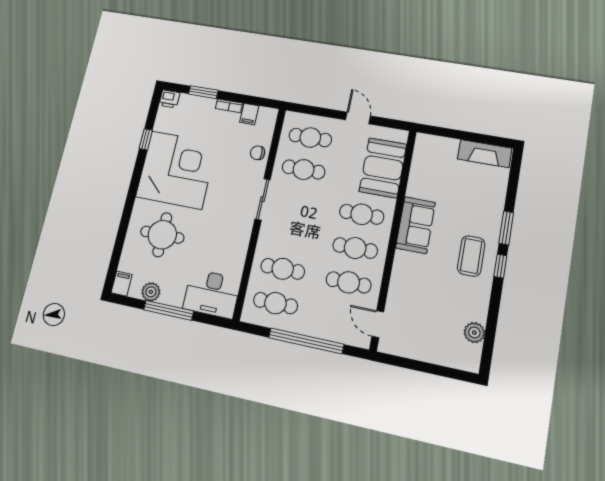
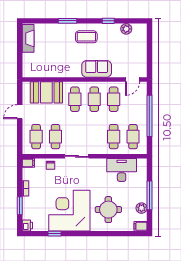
filing cabinet: (249, 114) -> (28, 163), moved
sofa: (415, 225) -> (97, 69), moved
window: (500, 266) -> (108, 21), moved
desk: (212, 294) -> (122, 170), moved, turned -90

